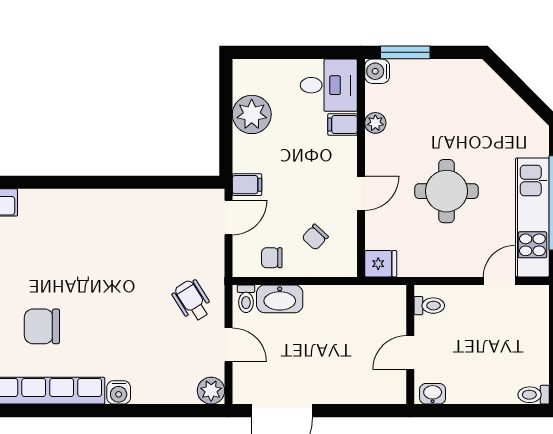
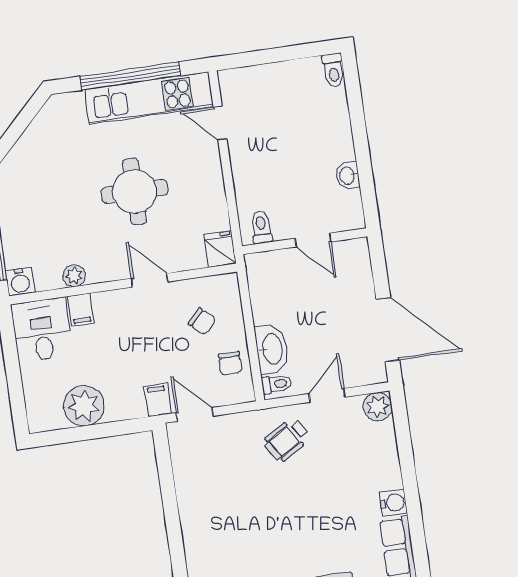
toilet: (429, 306) -> (261, 227), moved
wall: (410, 345) -> (305, 241), moved
door: (410, 353) -> (313, 240), moved

